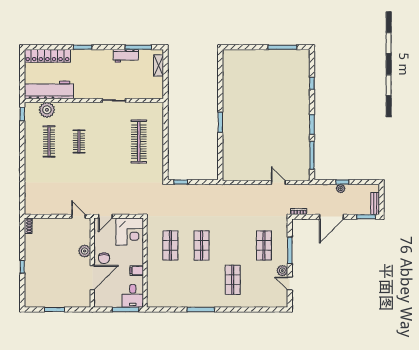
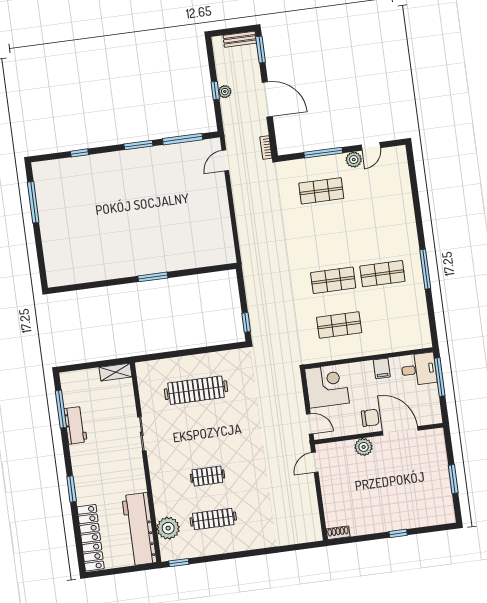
shelving: (159, 66) -> (116, 372), moved
door: (278, 183) -> (225, 160), moved
shop shelf: (233, 280) -> (382, 274), moved

